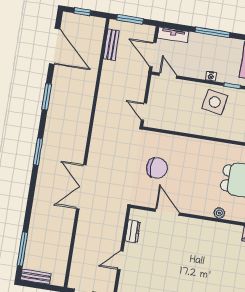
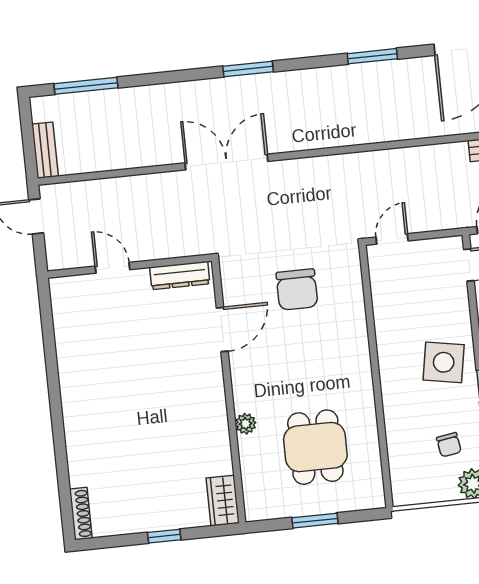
window: (38, 152) -> (248, 69), moved
dresser: (133, 231) -> (180, 276), width x1.44
bench: (36, 277) -> (45, 150), moved

